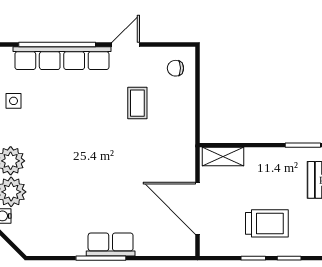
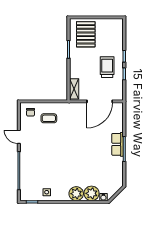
row of seats: (62, 58) -> (26, 168), removed
coffee table: (137, 103) -> (49, 118), moved

